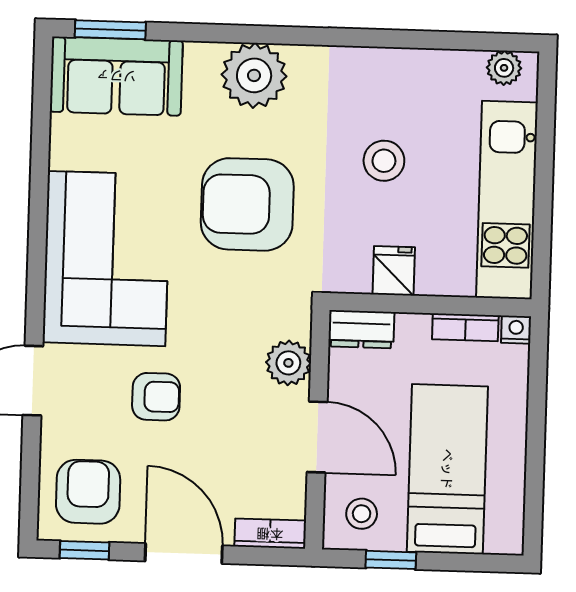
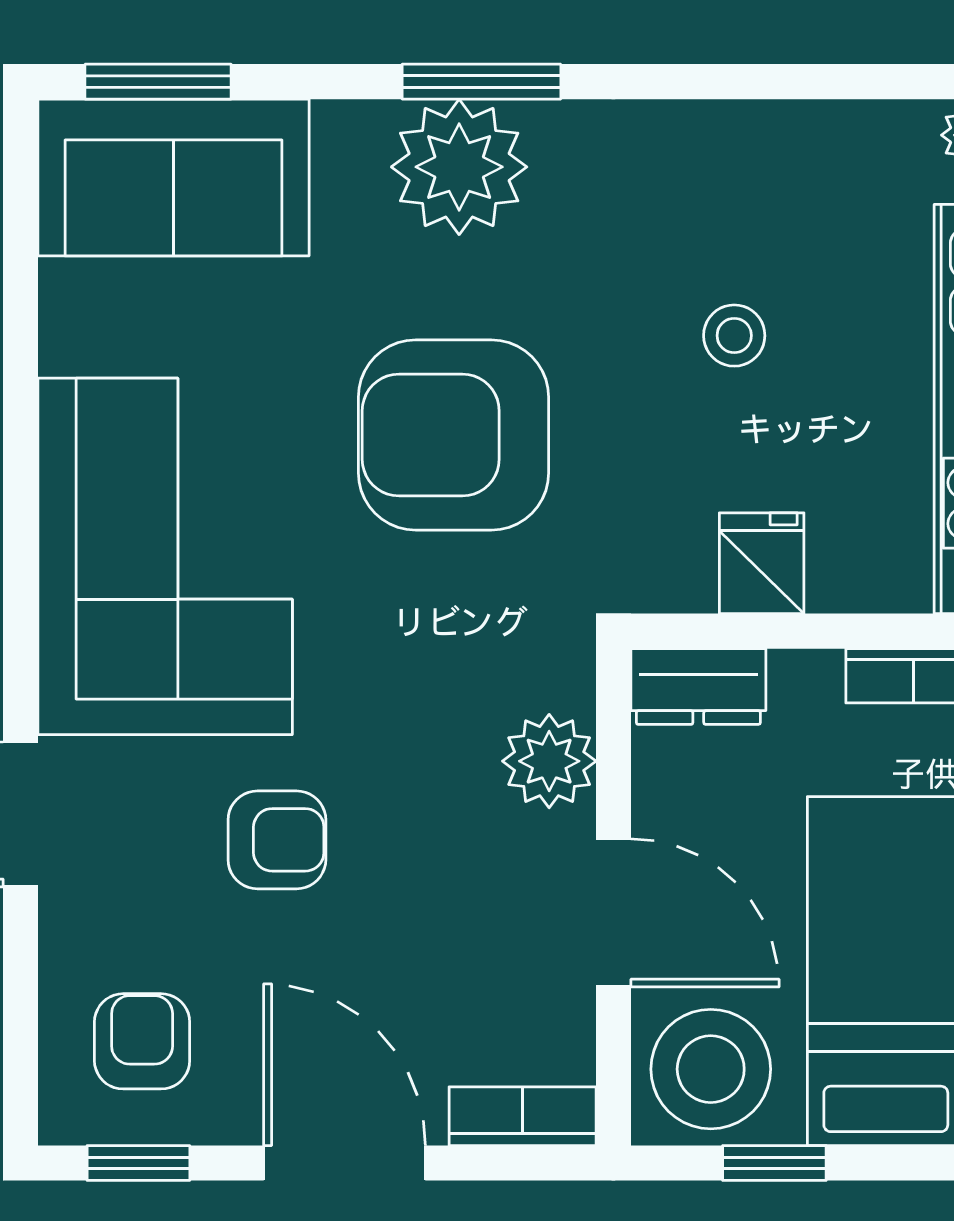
window: (266, 35) -> (481, 82), added
stool: (384, 161) -> (734, 336), width x0.73, depth x0.73
armchair: (88, 492) -> (142, 1041), width x0.72, depth x0.72
stool: (362, 514) -> (711, 1069), width x1.89, depth x1.89

